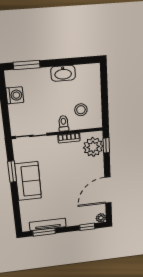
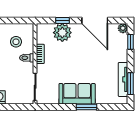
window: (106, 145) -> (63, 20), moved
plant: (93, 147) -> (62, 33), moved
window: (12, 172) -> (86, 107), moved

